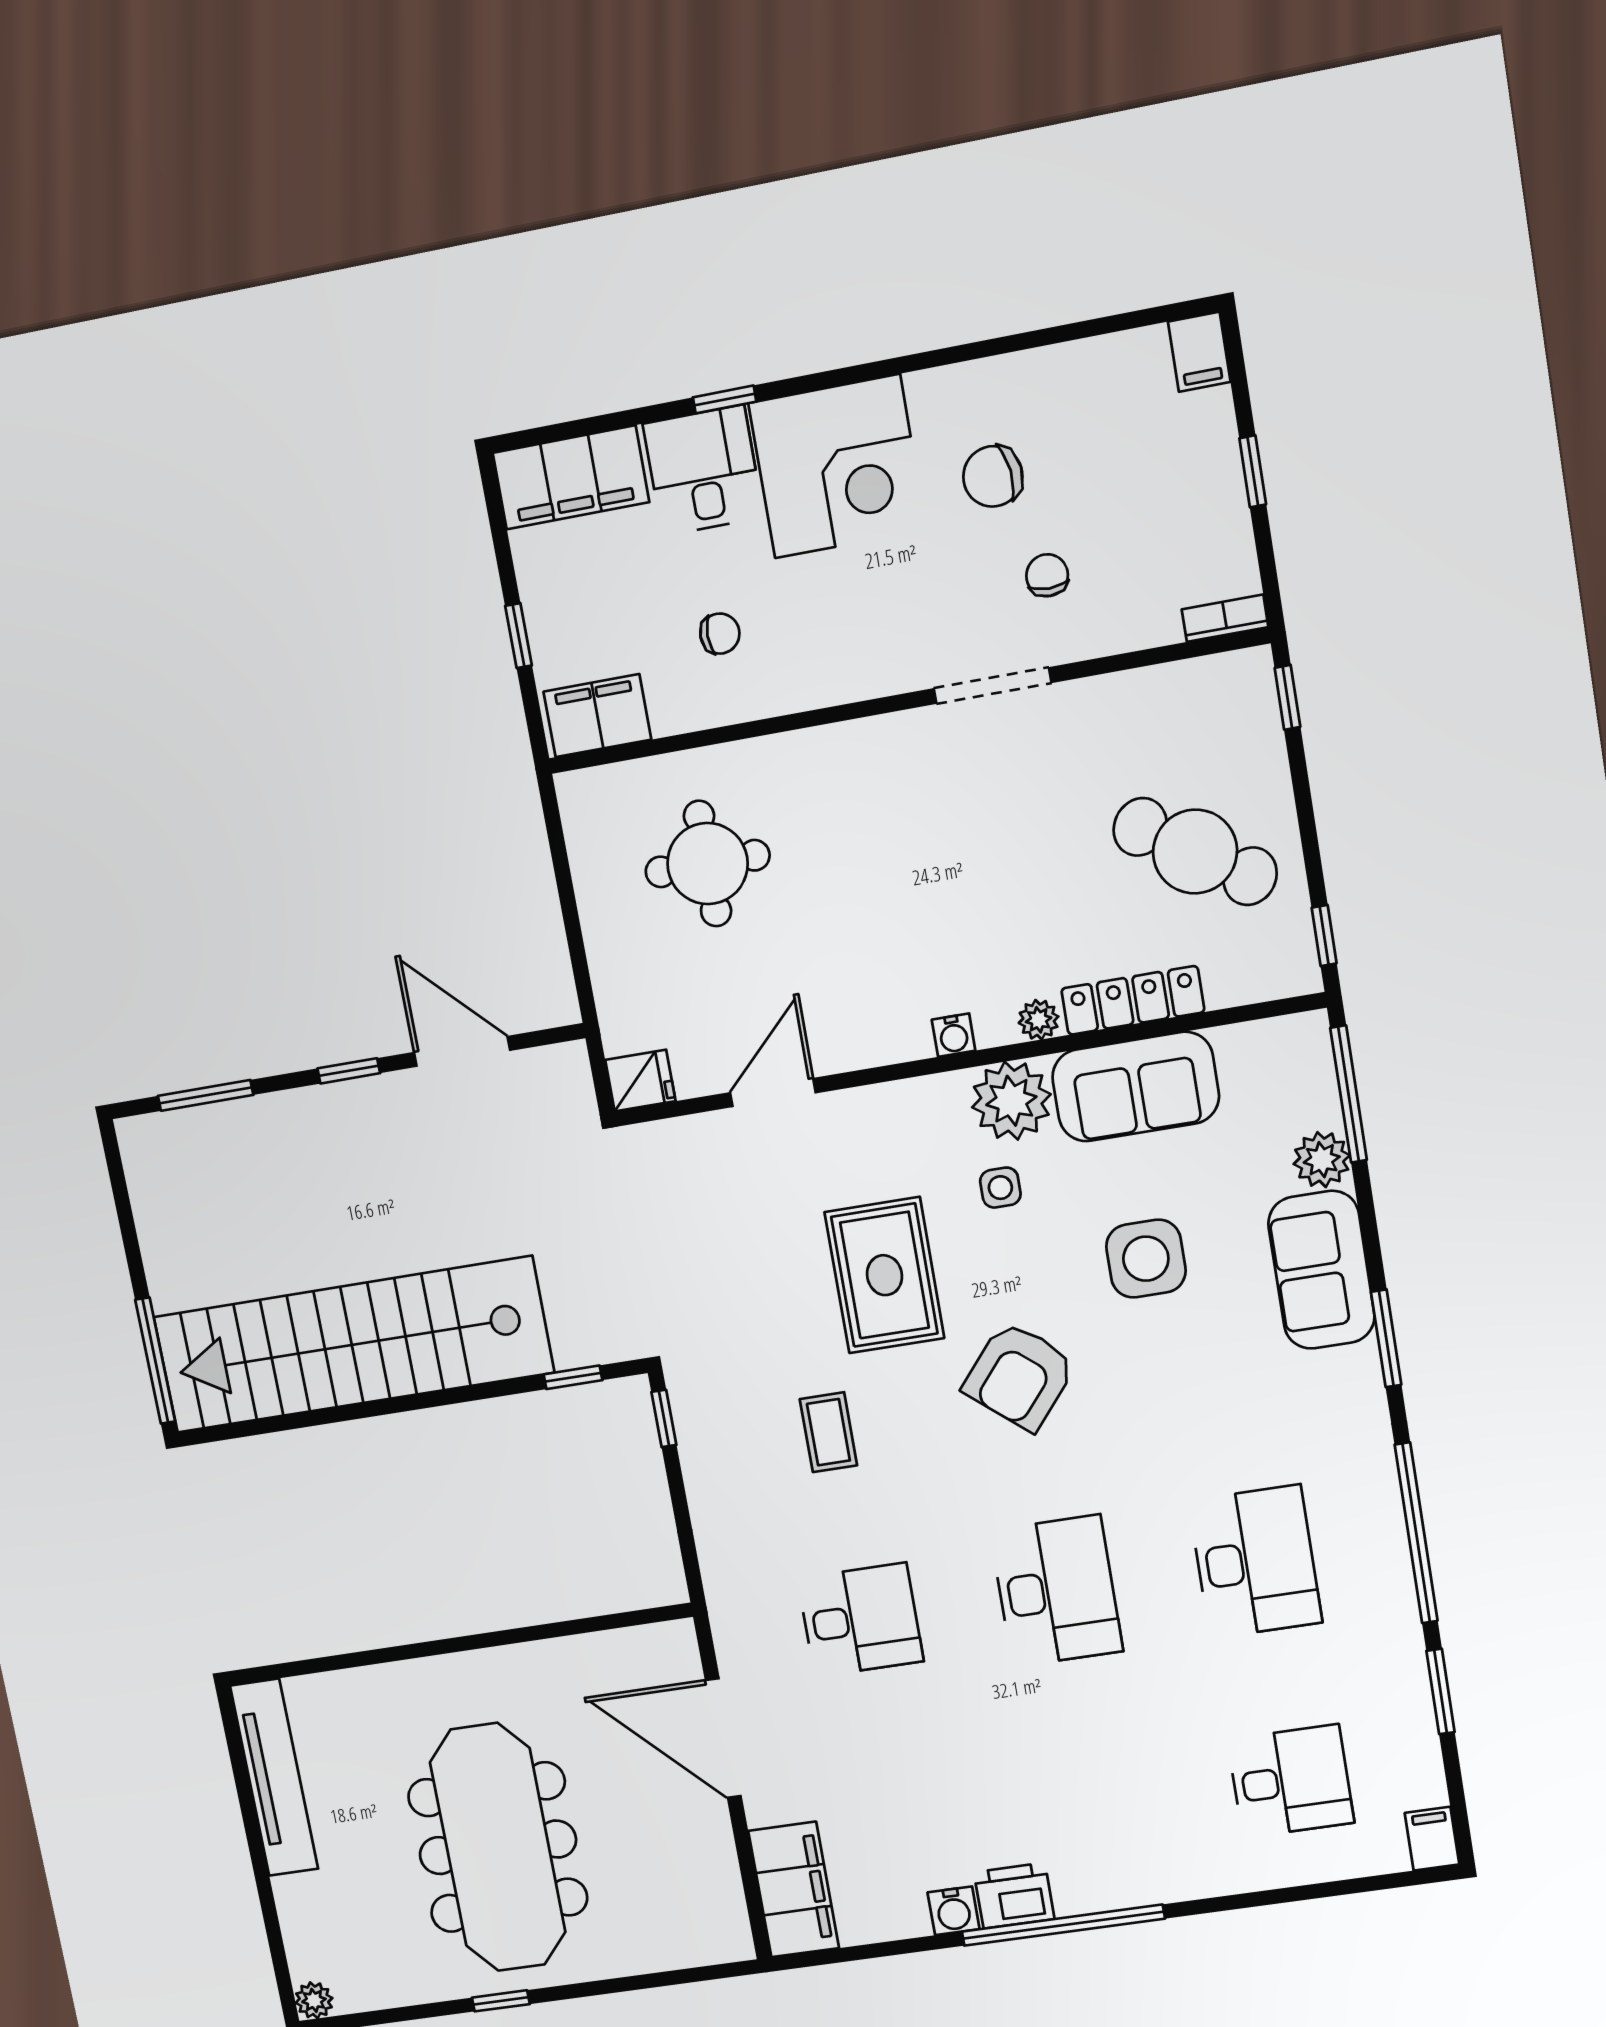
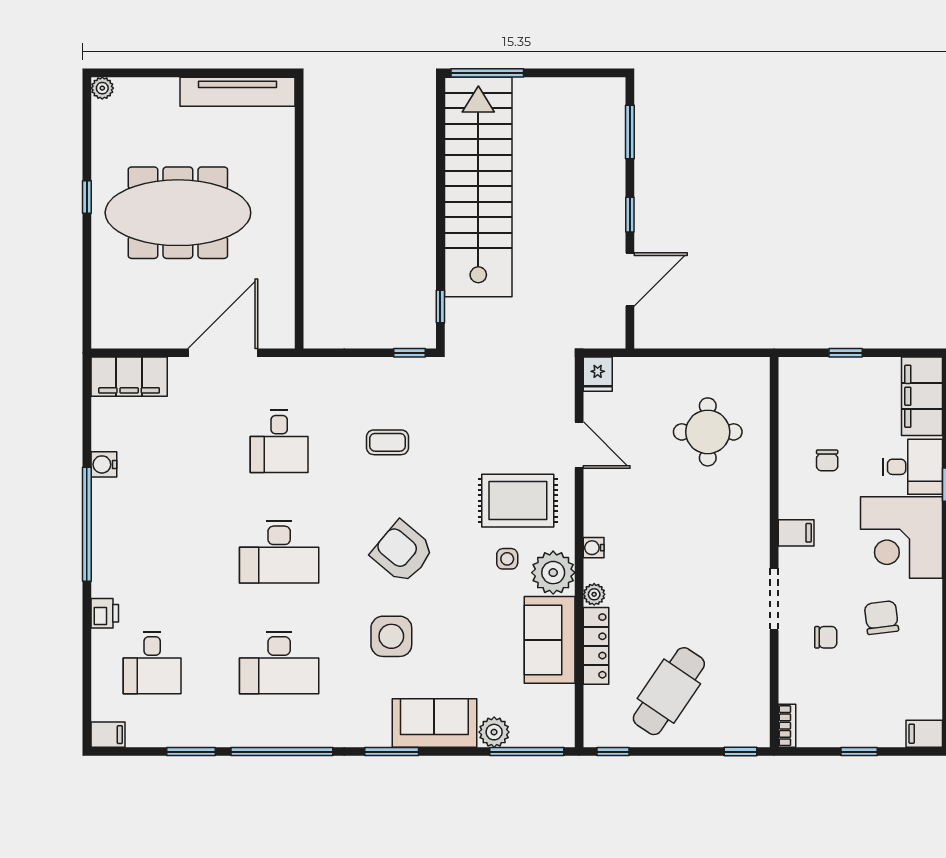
filing cabinet: (597, 716) -> (796, 533), moved, width x0.50
side table: (1146, 1259) -> (391, 636), moved
rug: (884, 1275) -> (518, 501), moved
printer: (1014, 1896) -> (105, 613), moved, width x0.73, depth x0.81

